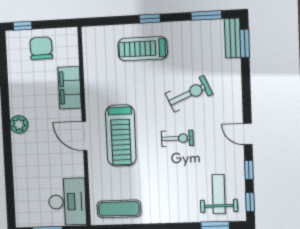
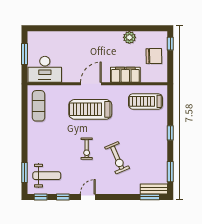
treadmill: (143, 49) -> (146, 101), moved, turned -90
plant: (19, 124) -> (129, 37), moved

